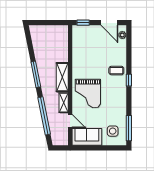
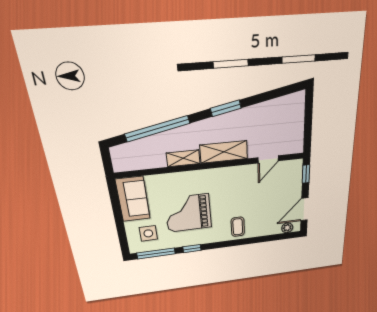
window: (36, 74) -> (226, 108), width x0.69
window: (129, 80) -> (192, 249), moved
grand piano: (88, 93) -> (188, 213), moved
door: (70, 121) -> (268, 159), moved

